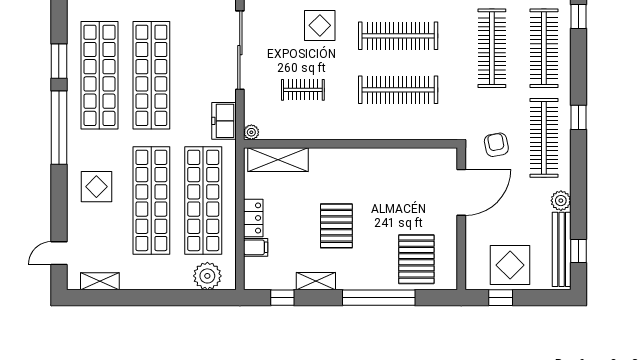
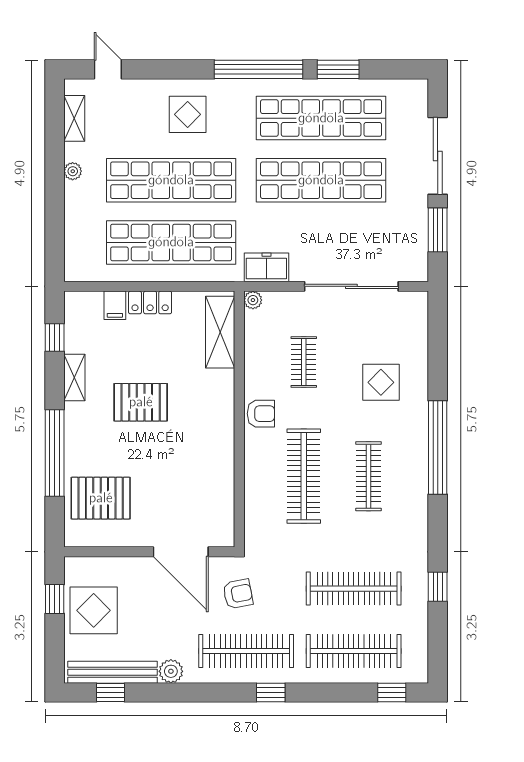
clothes rail: (398, 36) -> (368, 476), width x0.73, depth x0.76
armchair: (346, 126) -> (261, 414), added
plant: (207, 276) -> (73, 171), moved, width x0.53, depth x0.53

